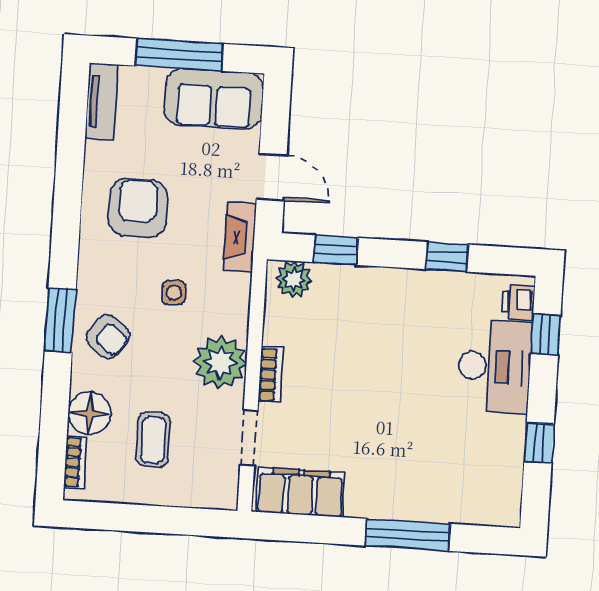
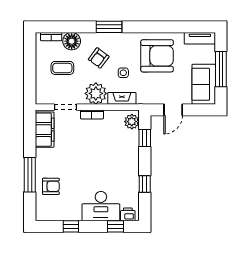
armchair: (138, 208) -> (157, 56), width x1.36, depth x1.36
fireplace: (240, 238) -> (122, 98), moved
armchair: (108, 337) -> (99, 58), moved
armchair: (439, 485) -> (51, 186), added

